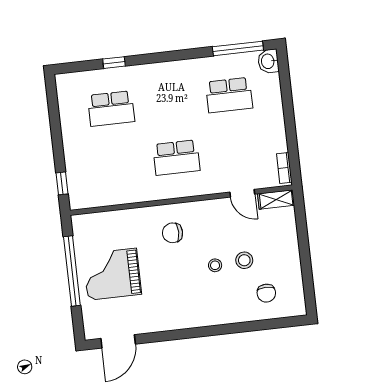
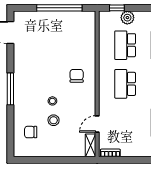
school desk: (117, 164) -> (125, 45), added
plant: (75, 165) -> (127, 18), added
grand piano: (112, 274) -> (54, 34), removed
window: (204, 332) -> (10, 89), added

